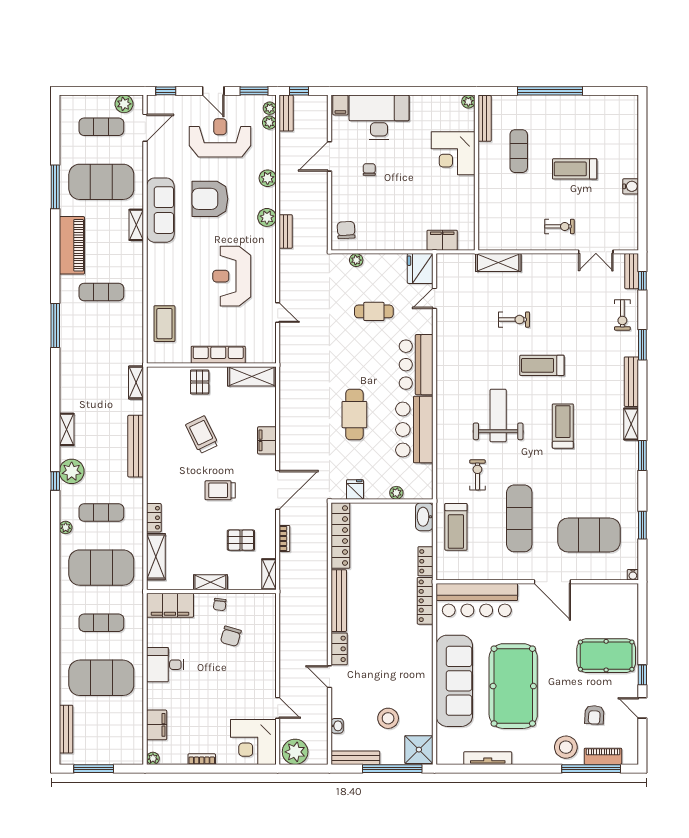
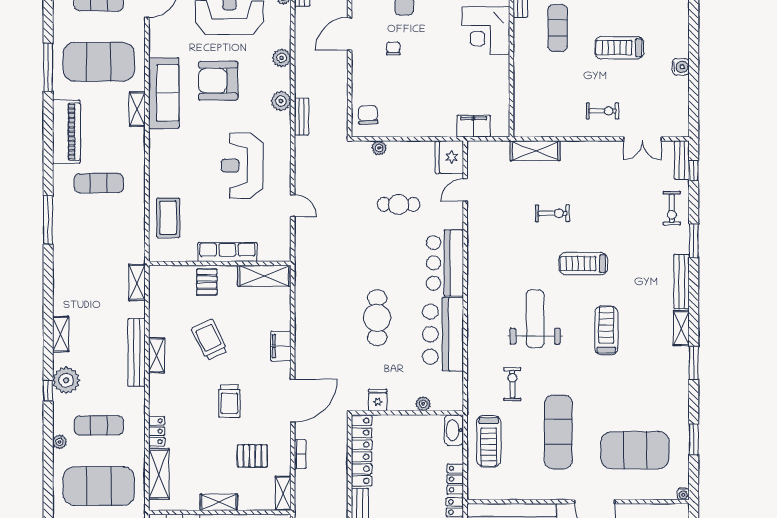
shelving: (154, 449) -> (156, 355), added
trolley: (220, 490) -> (229, 401), turned -90

